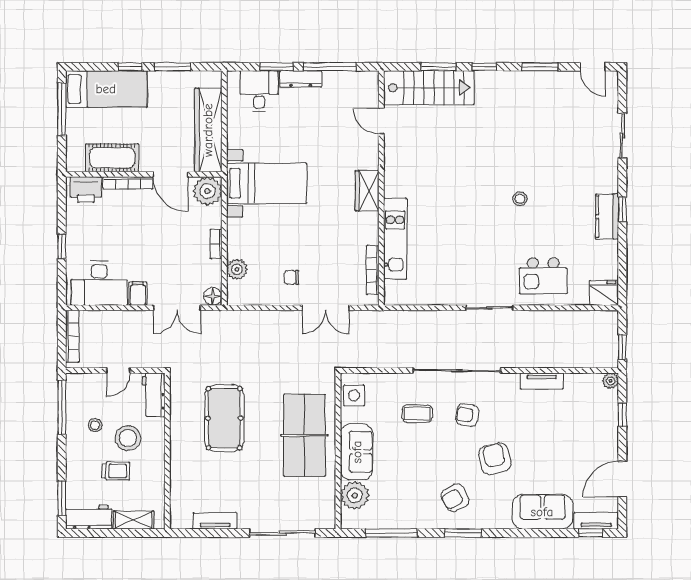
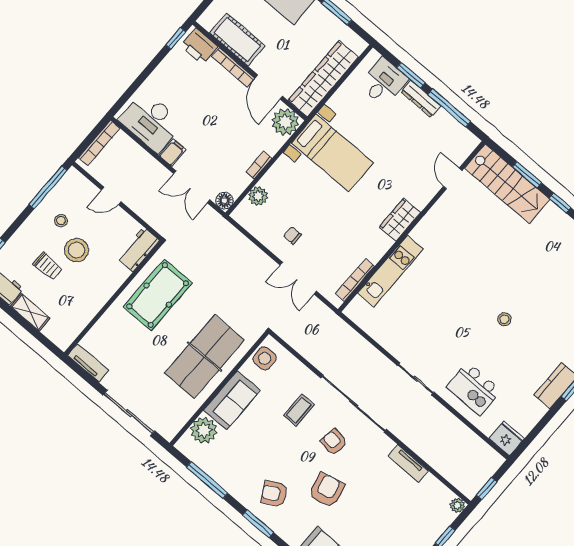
window: (62, 246) -> (176, 38), moved
workbench: (154, 395) -> (138, 249), moved
coffee table: (417, 414) -> (299, 410), turned 90
wall: (167, 451) -> (114, 298), moved

